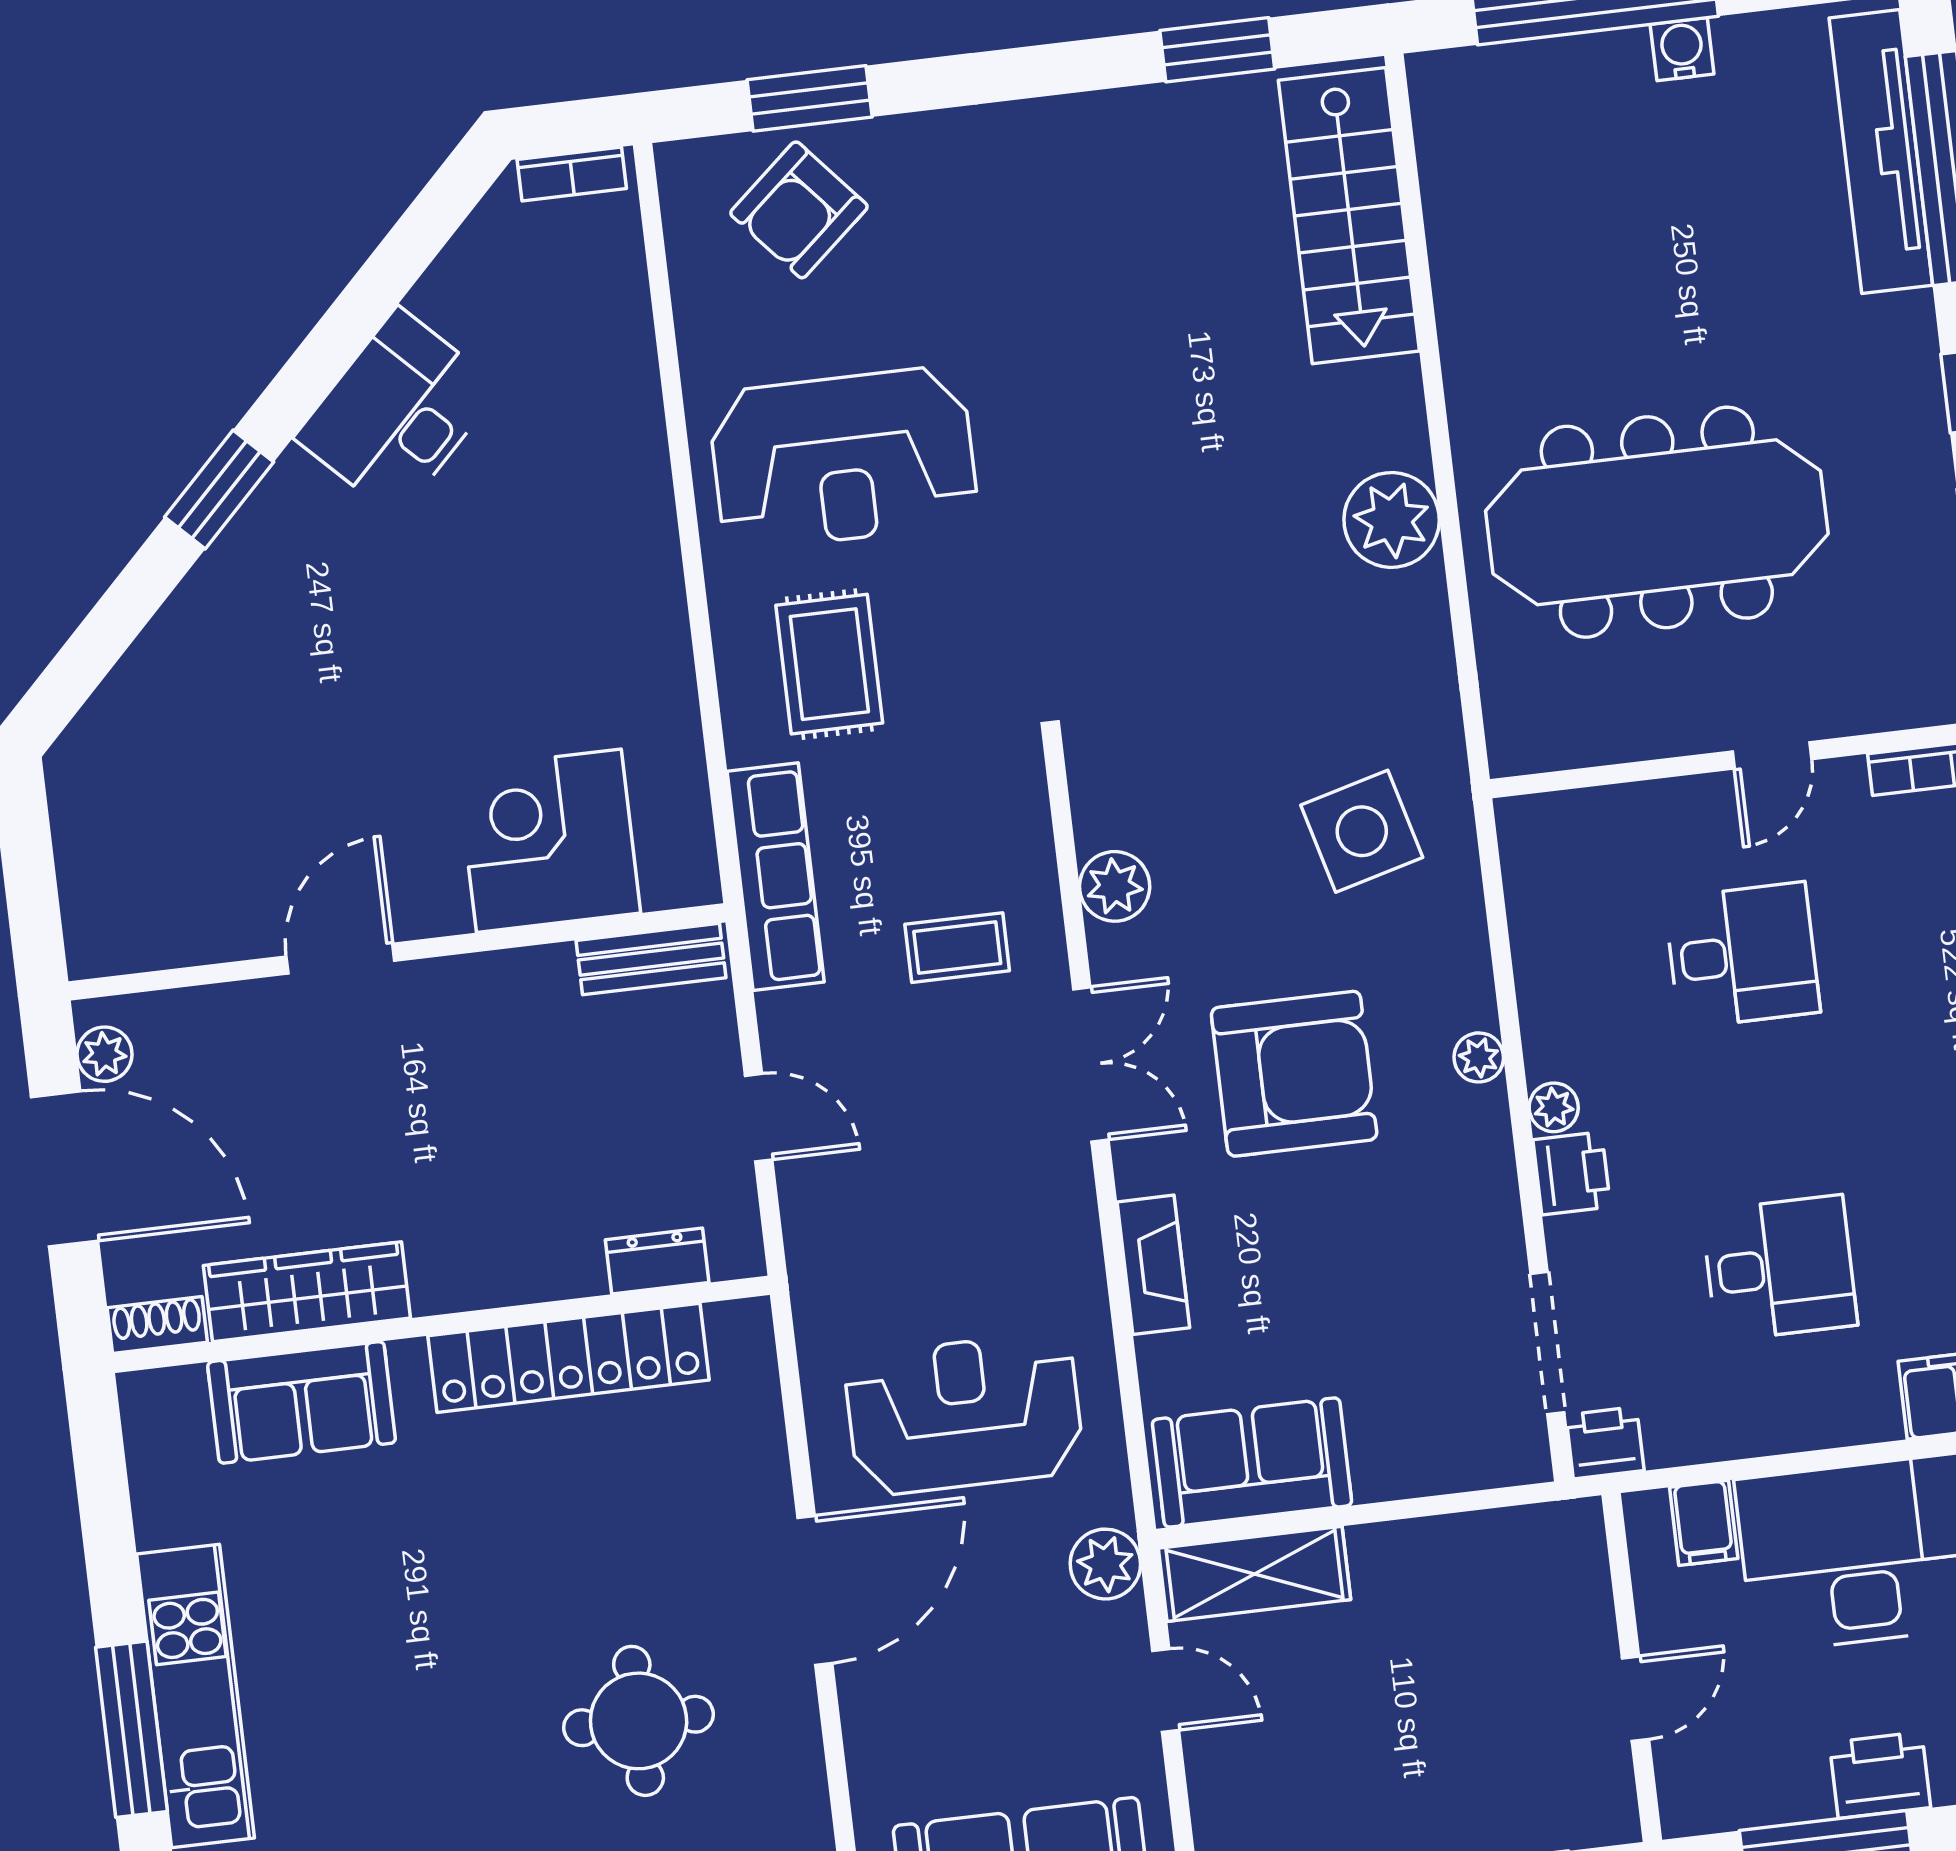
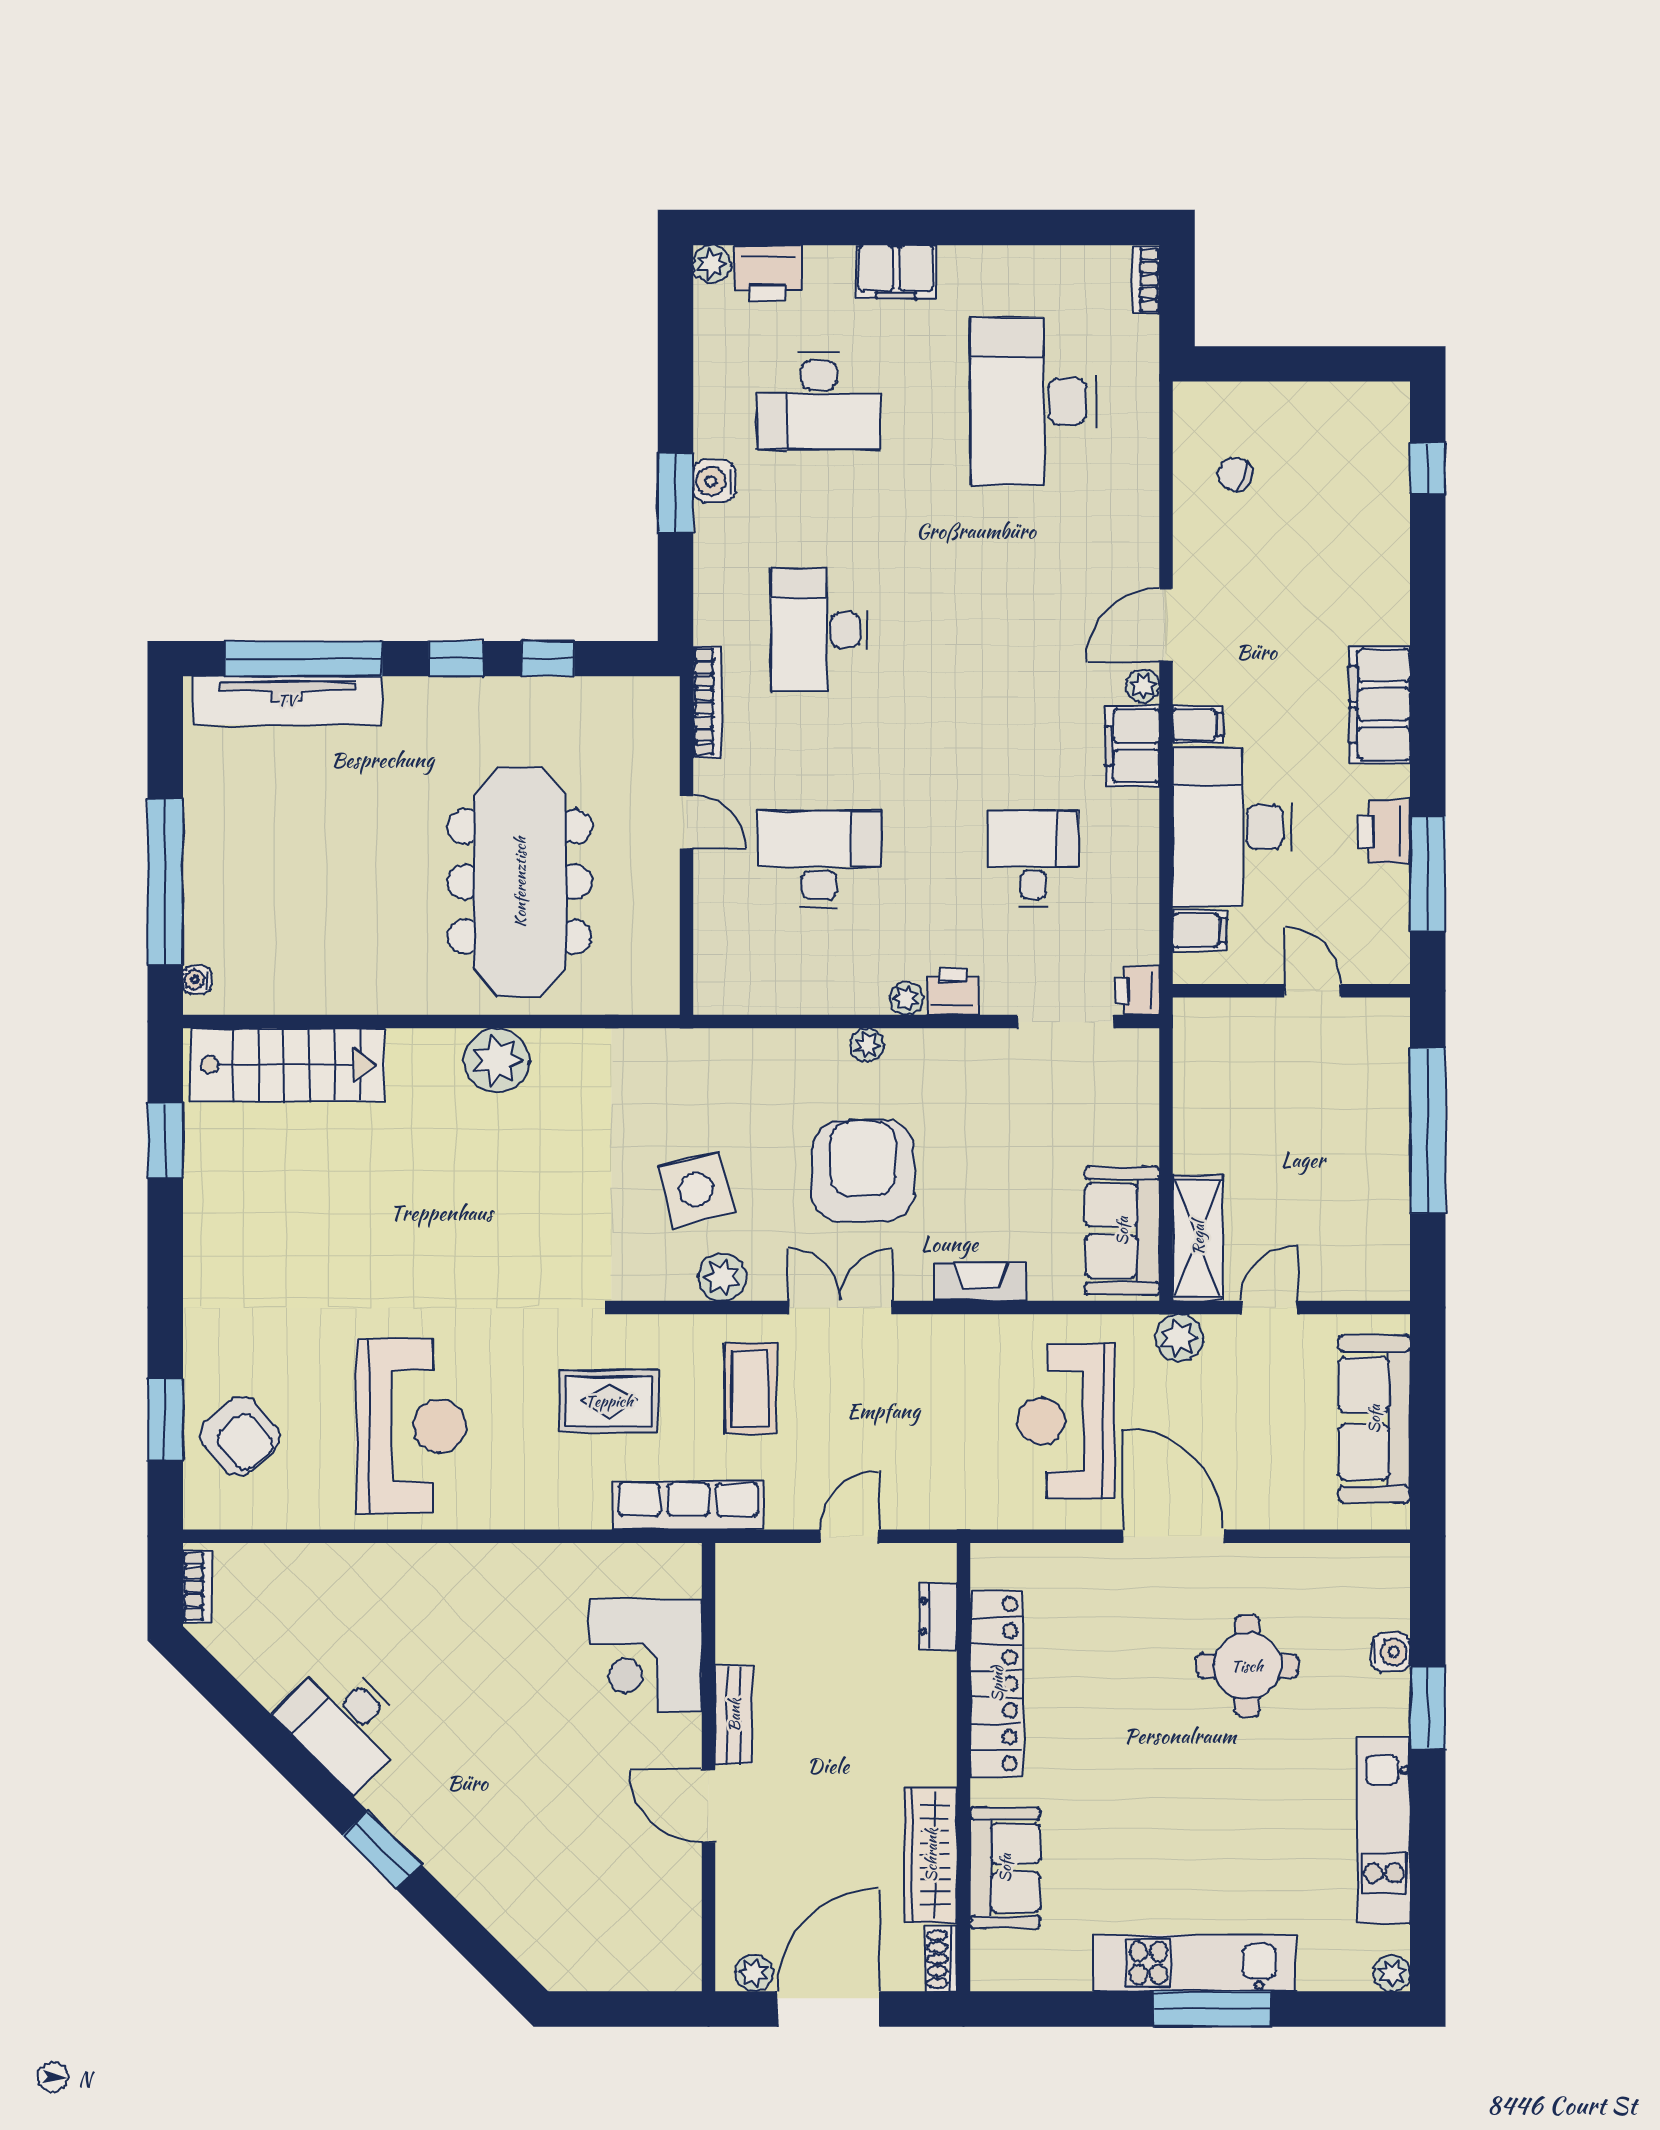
water cooler: (1682, 49) -> (197, 980), moved, width x0.72, depth x0.72
rug: (829, 664) -> (609, 1401), moved
side table: (1362, 831) -> (696, 1190), moved
coffee table: (957, 948) -> (751, 1388), width x1.36, depth x1.30
desk: (1742, 955) -> (819, 859), width x1.37
bench: (651, 959) -> (734, 1715), moved

